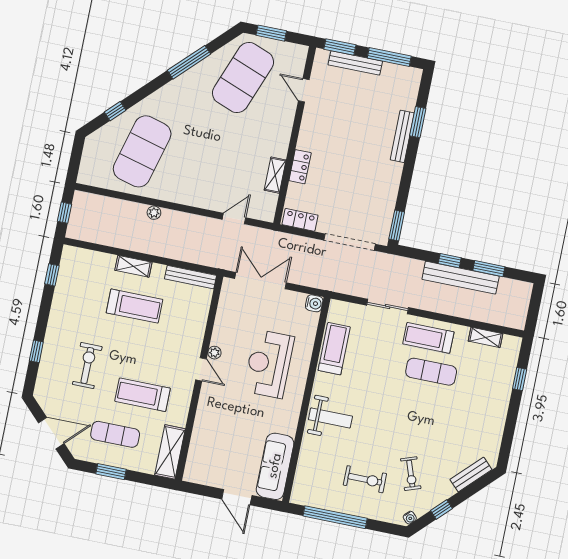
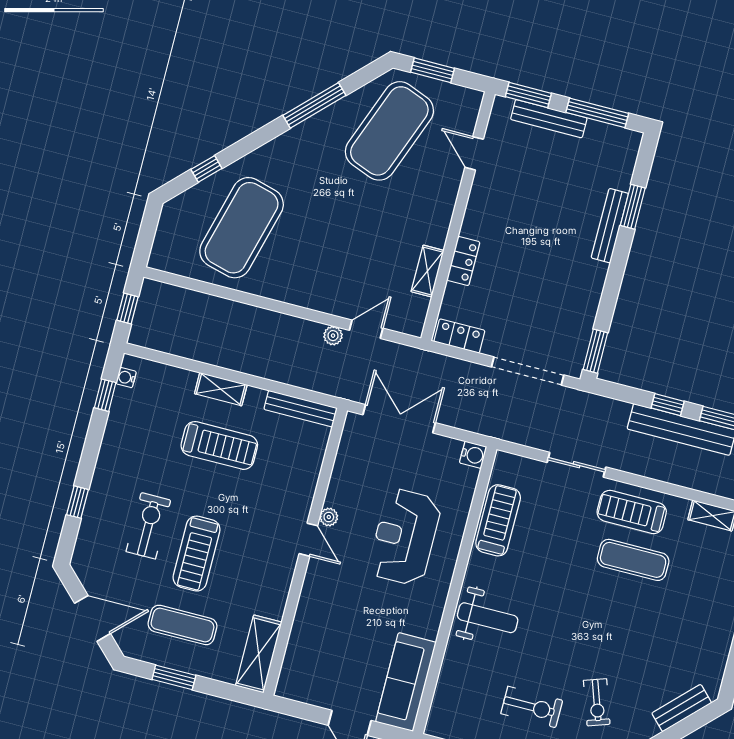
plant: (154, 213) -> (333, 336), moved
water cooler: (66, 262) -> (126, 378), added
treadmill: (143, 395) -> (197, 554), moved, turned -90

